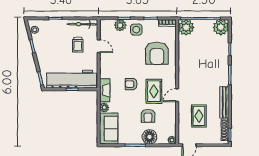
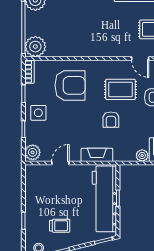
bicycle: (82, 24) -> (31, 185), removed
plant: (120, 25) -> (33, 152), moved
trolley: (78, 45) -> (60, 226), moved
fireplace: (105, 90) -> (97, 155), moved
door: (177, 95) -> (140, 59), moved

